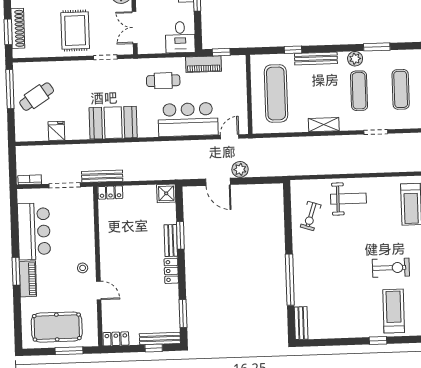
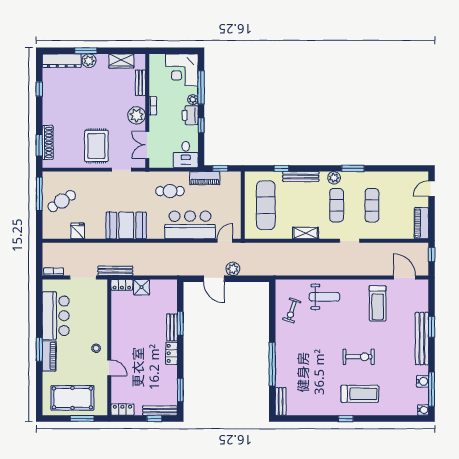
shower: (166, 193) -> (142, 287), moved
treadmill: (394, 311) -> (360, 394), turned 90

